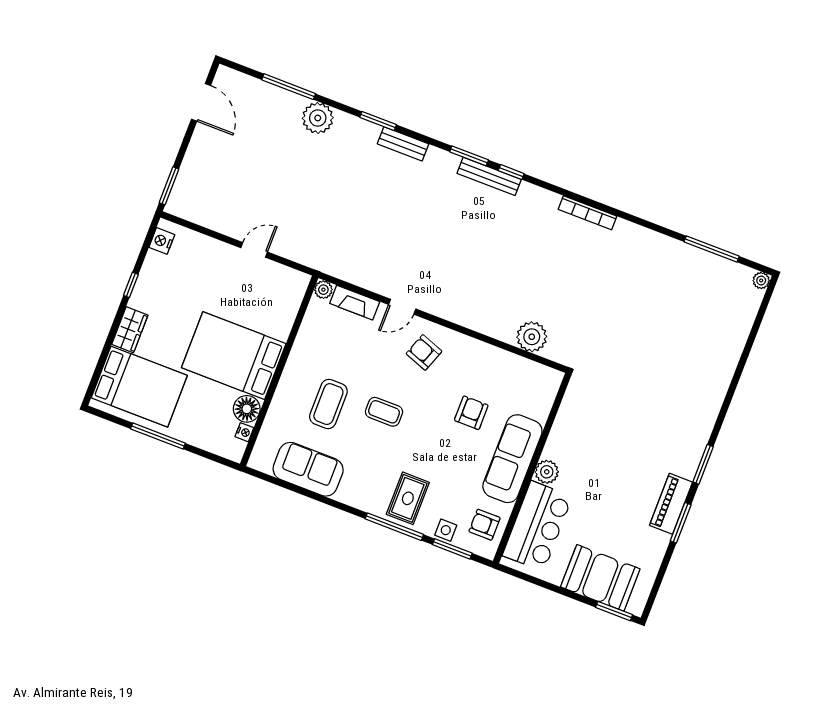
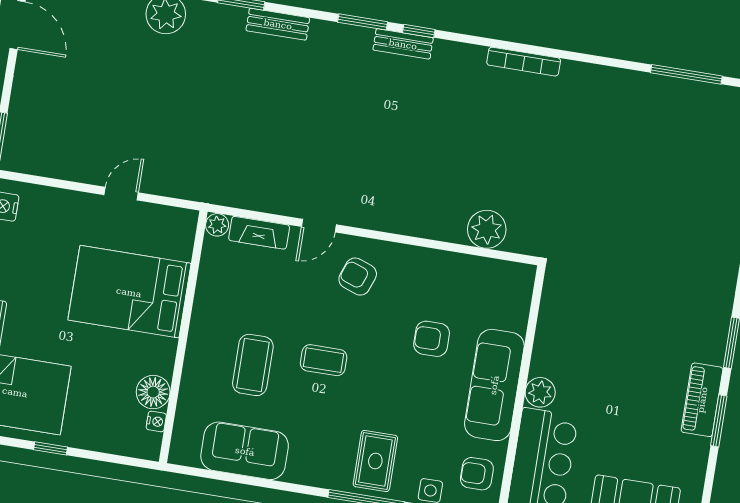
bench: (489, 176) -> (403, 44), width x0.73
bed: (234, 356) -> (129, 292), moved
armchair: (471, 413) -> (432, 339), turned -90
window: (158, 436) -> (50, 448), width x0.46

